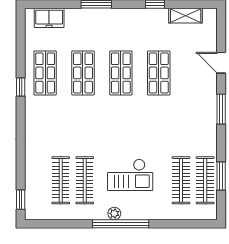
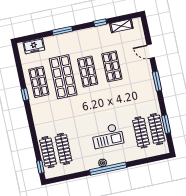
shop shelf: (83, 73) -> (63, 77), width x1.43, depth x1.36
clothes rail: (85, 180) -> (48, 152), moved

